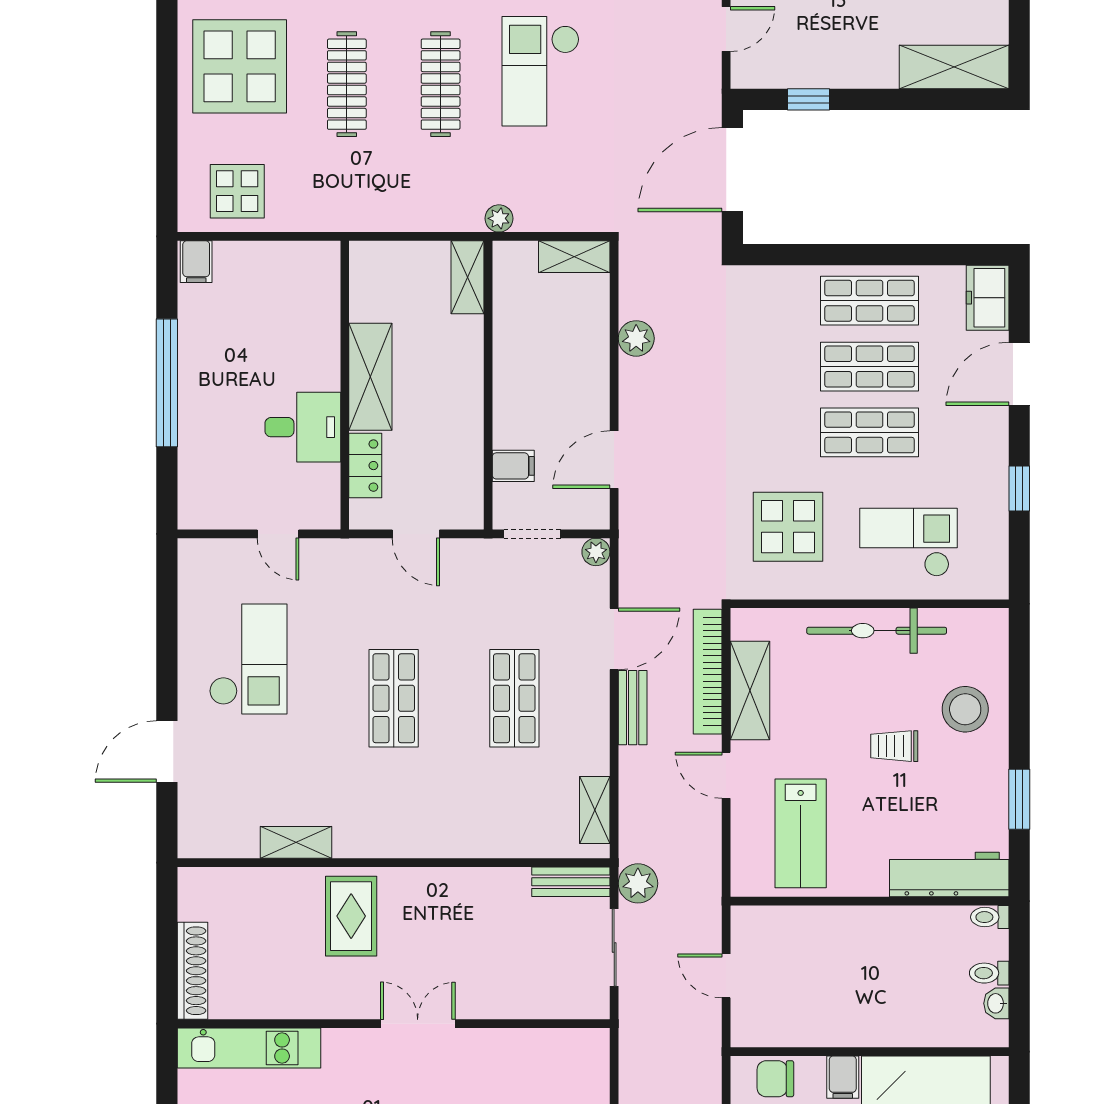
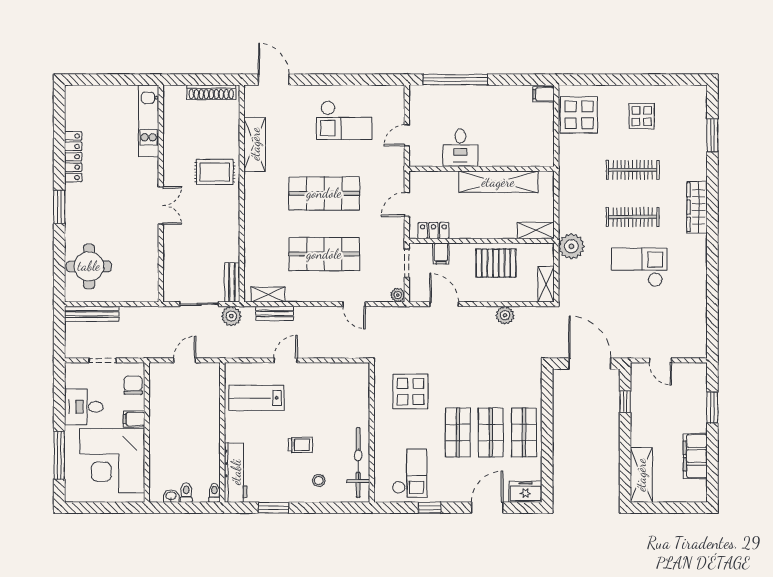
display table: (240, 66) -> (642, 116), width x0.54, depth x0.54
display table: (237, 191) -> (579, 115), width x1.36, depth x1.36
plant: (499, 218) -> (571, 246), width x1.88, depth x1.88
pallet: (532, 356) -> (496, 263), added
door: (1019, 374) -> (487, 508), hinge flipped
shelving: (370, 377) -> (498, 182), width x1.47
window: (167, 383) -> (455, 80), moved
locker: (365, 466) -> (433, 231), moved, turned 180
checkout: (908, 542) -> (410, 473), moved
bicycle: (877, 631) -> (358, 462), moved
door: (614, 639) -> (354, 304), width x0.73
bookcase: (708, 672) -> (338, 351), removed
shelving: (750, 691) -> (328, 372), removed
shop shelf: (394, 698) -> (324, 193), width x1.43, depth x1.36
shop shelf: (514, 698) -> (324, 254), width x1.43, depth x1.36
bench: (633, 708) -> (274, 313), moved
stool: (965, 709) -> (319, 481), width x0.53, depth x0.53
trolley: (894, 746) -> (300, 445), turned 90
door: (167, 752) -> (274, 80), moved
shelving: (296, 842) -> (255, 144), width x1.50, depth x1.33
shoe rack: (192, 971) -> (211, 92), moved

